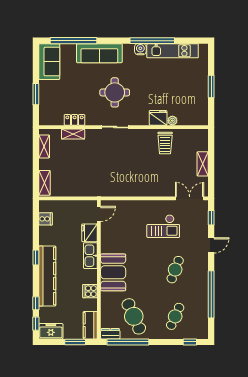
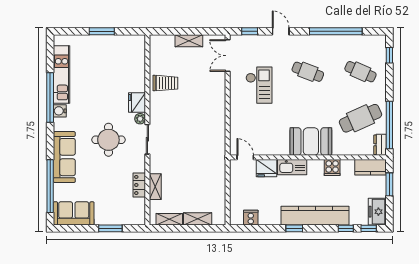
fridge: (158, 118) -> (137, 102), moved
plant: (172, 121) -> (140, 119), moved
shelving: (44, 183) -> (198, 219), moved

